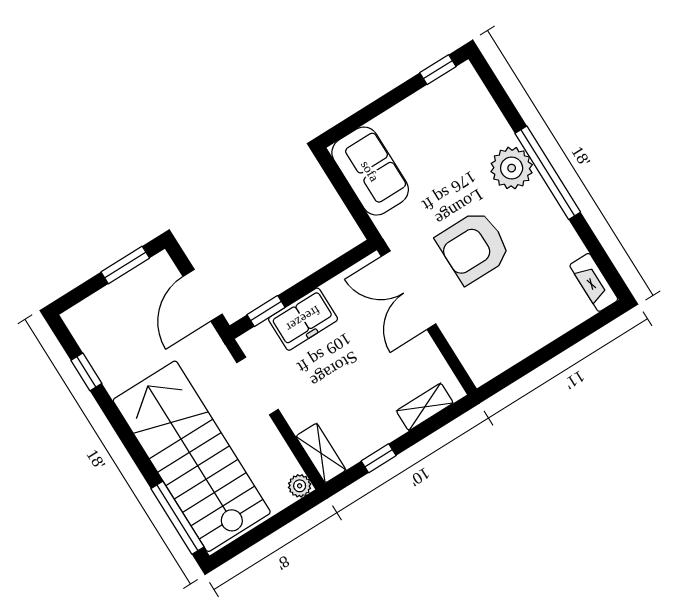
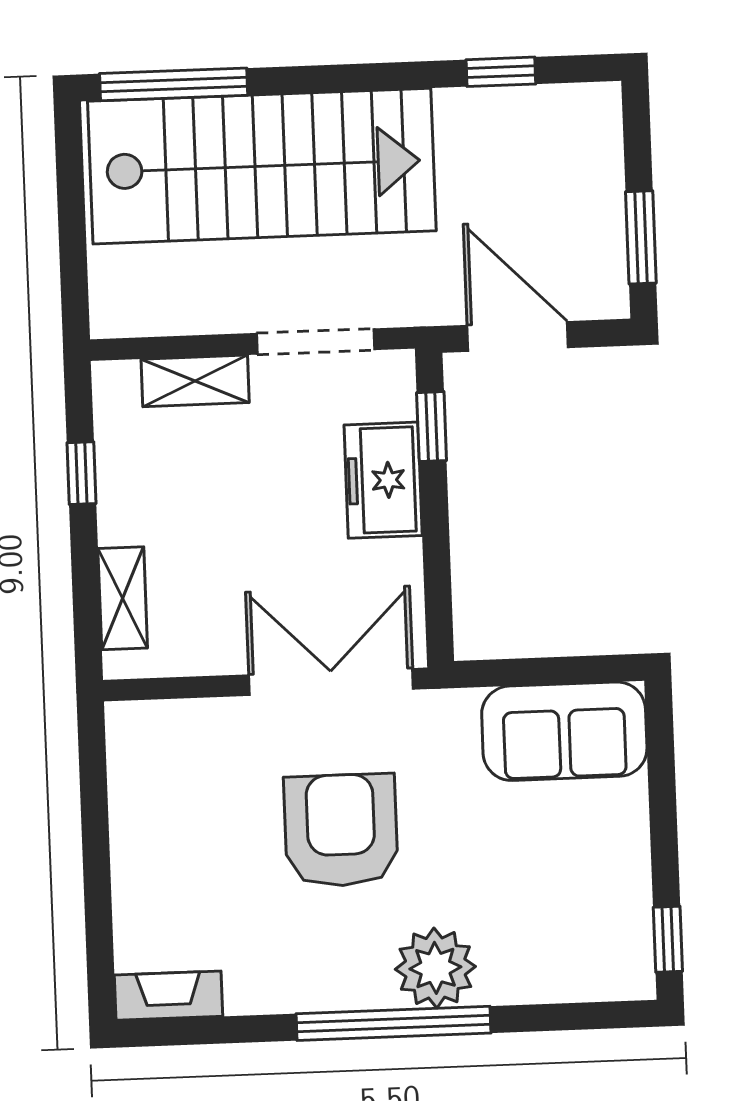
shelving: (321, 453) -> (195, 381), moved
plant: (300, 486) -> (111, 317), removed

